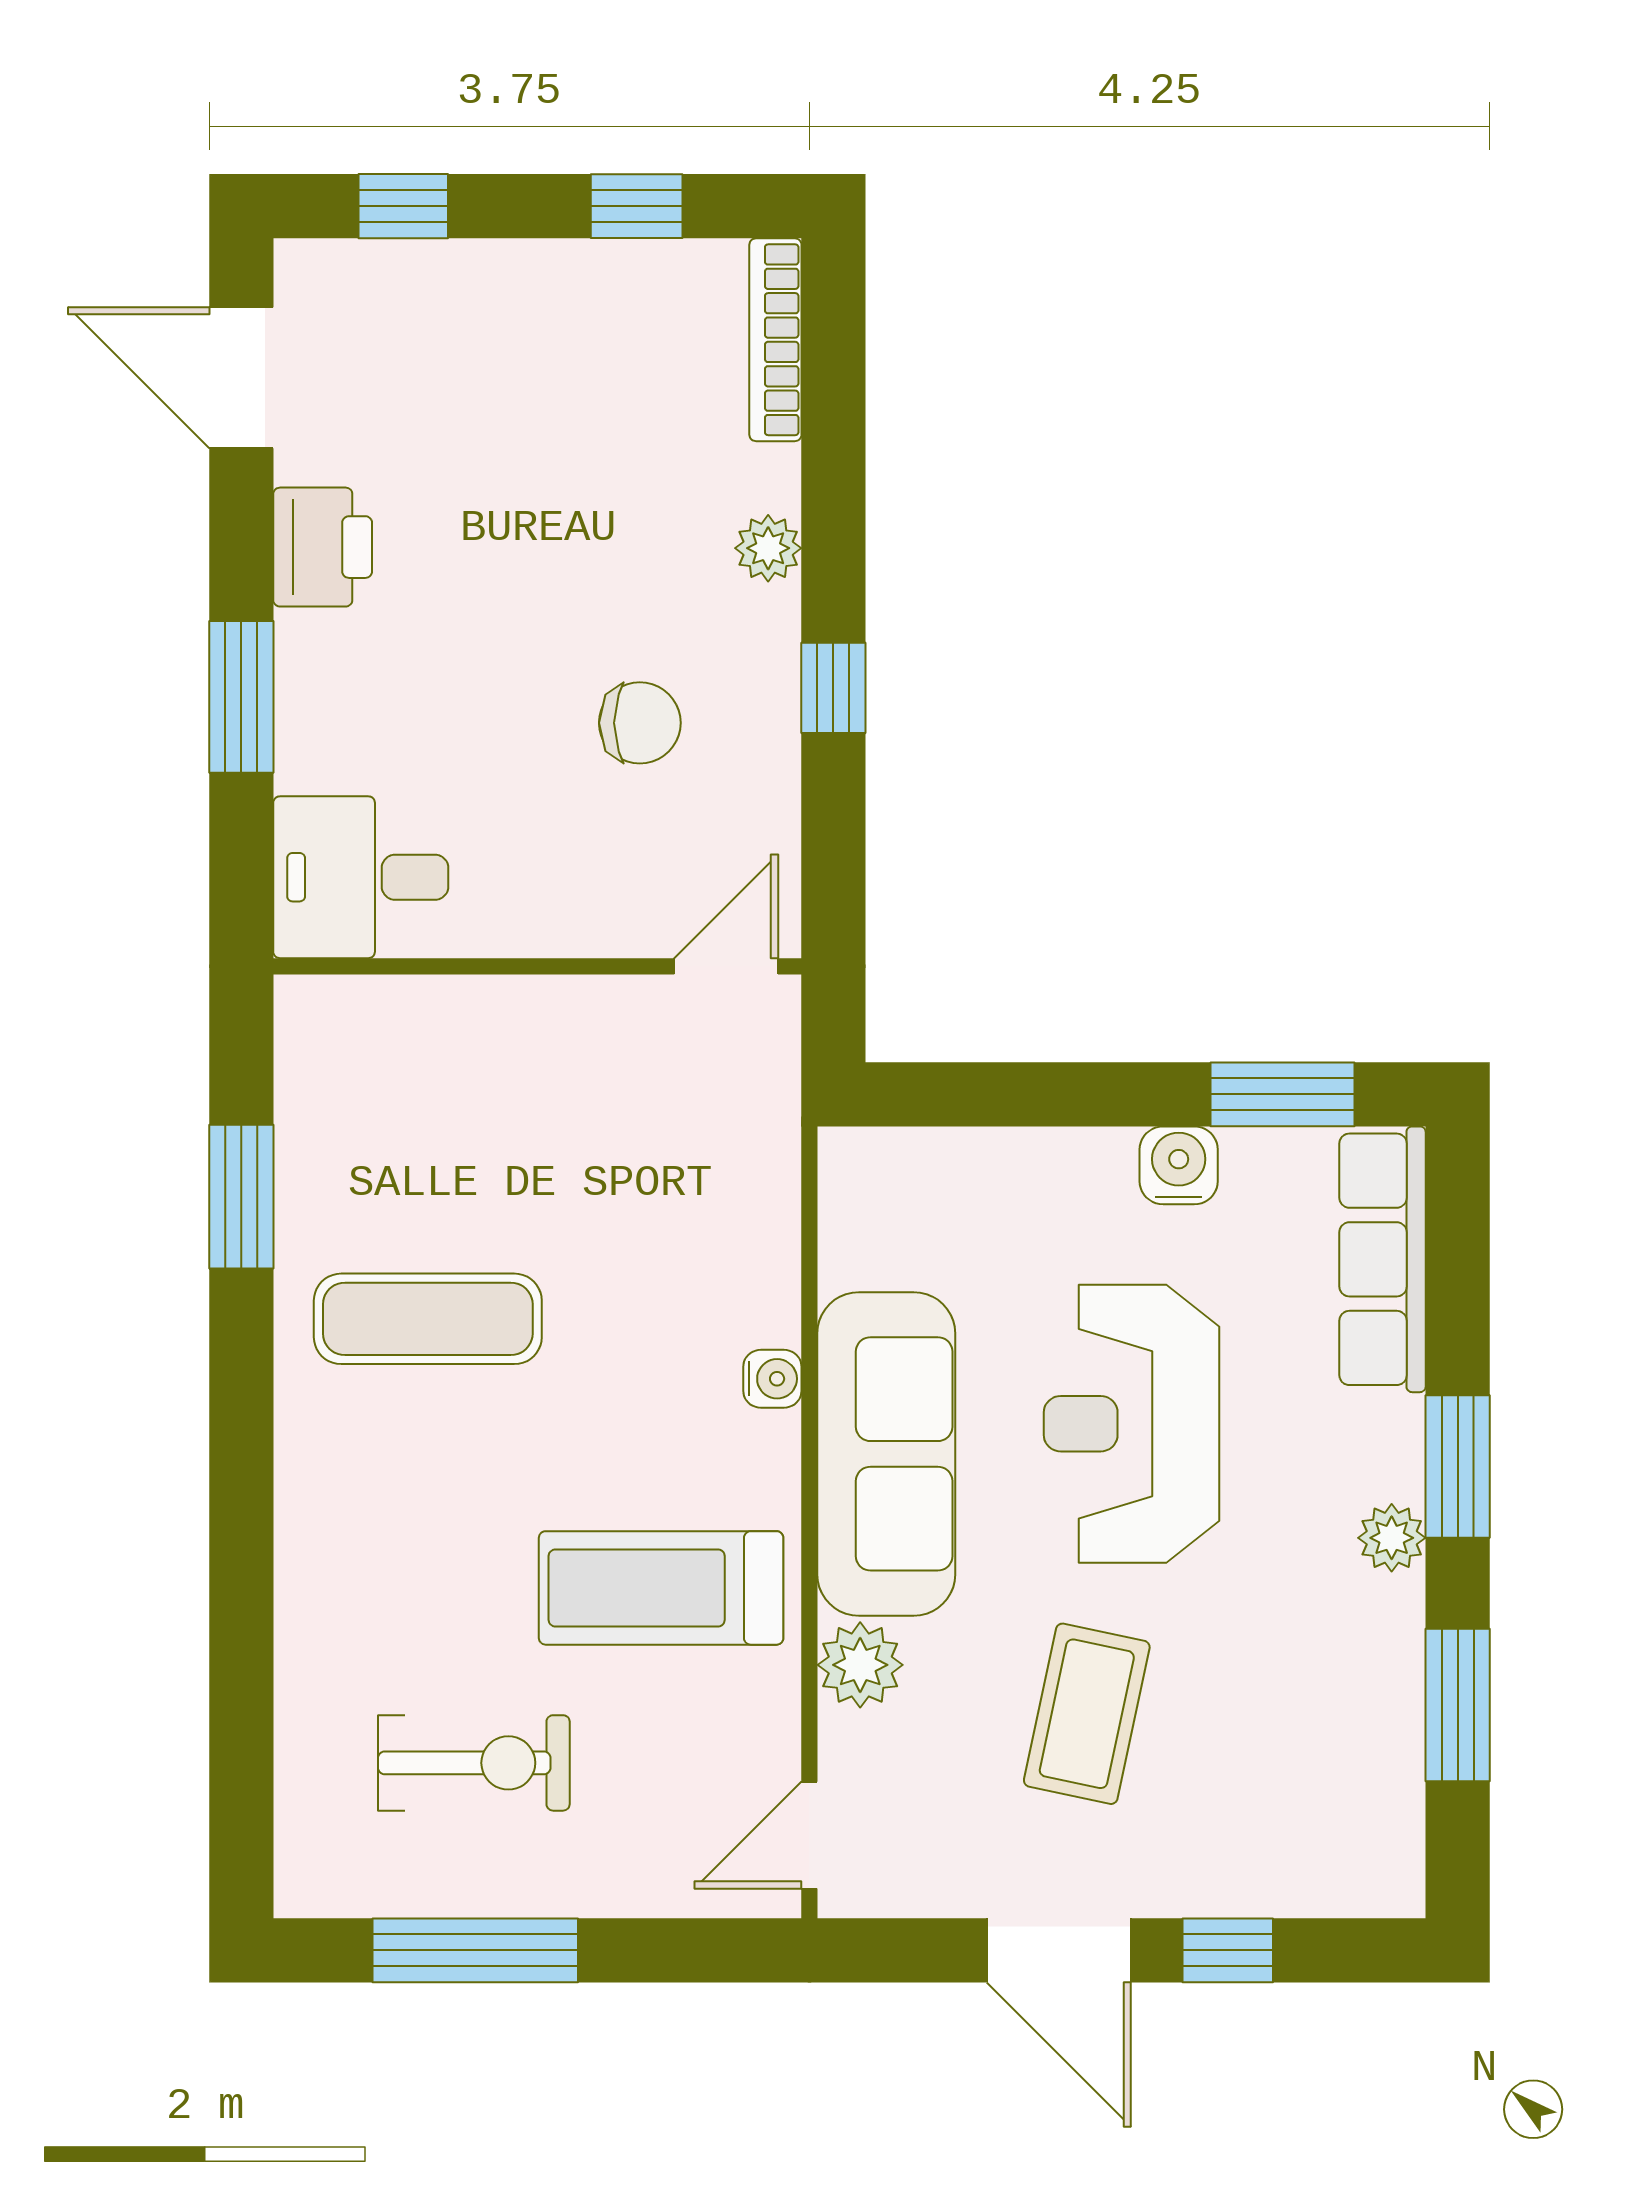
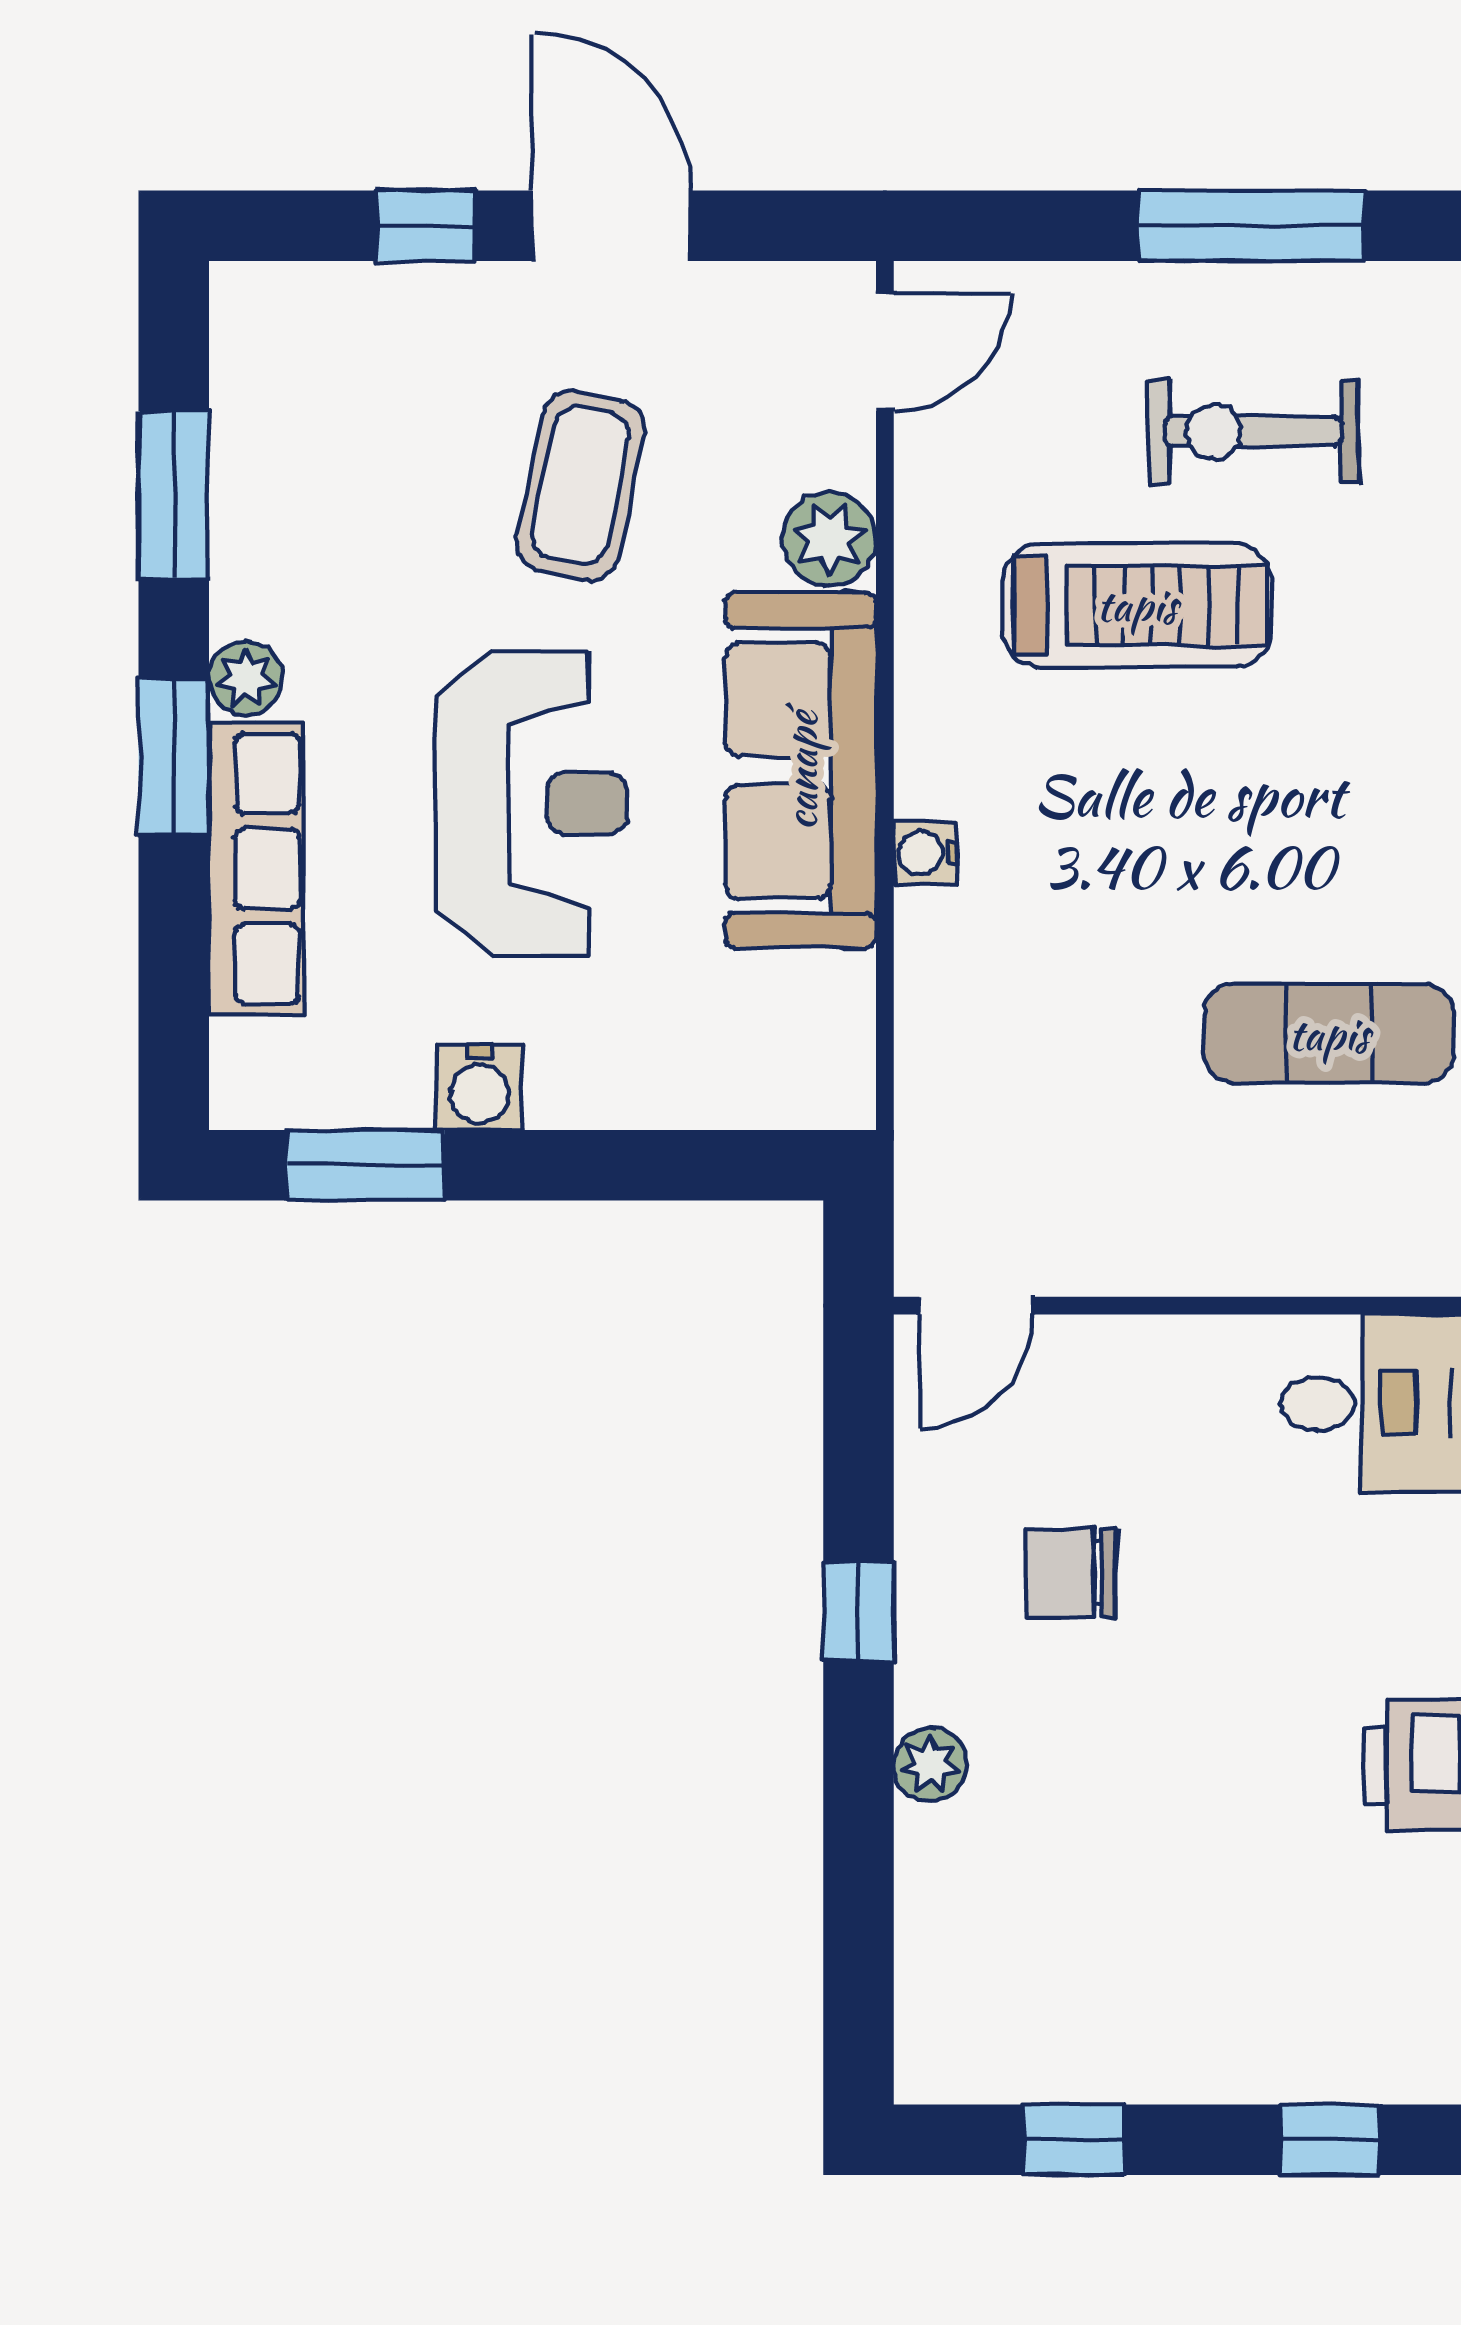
bookcase: (775, 340) -> (922, 1993), removed
row of seats: (1383, 1259) -> (256, 869), moved
exercise mat: (428, 1319) -> (1329, 1034), moved
treadmill: (661, 1588) -> (1137, 605), moved

